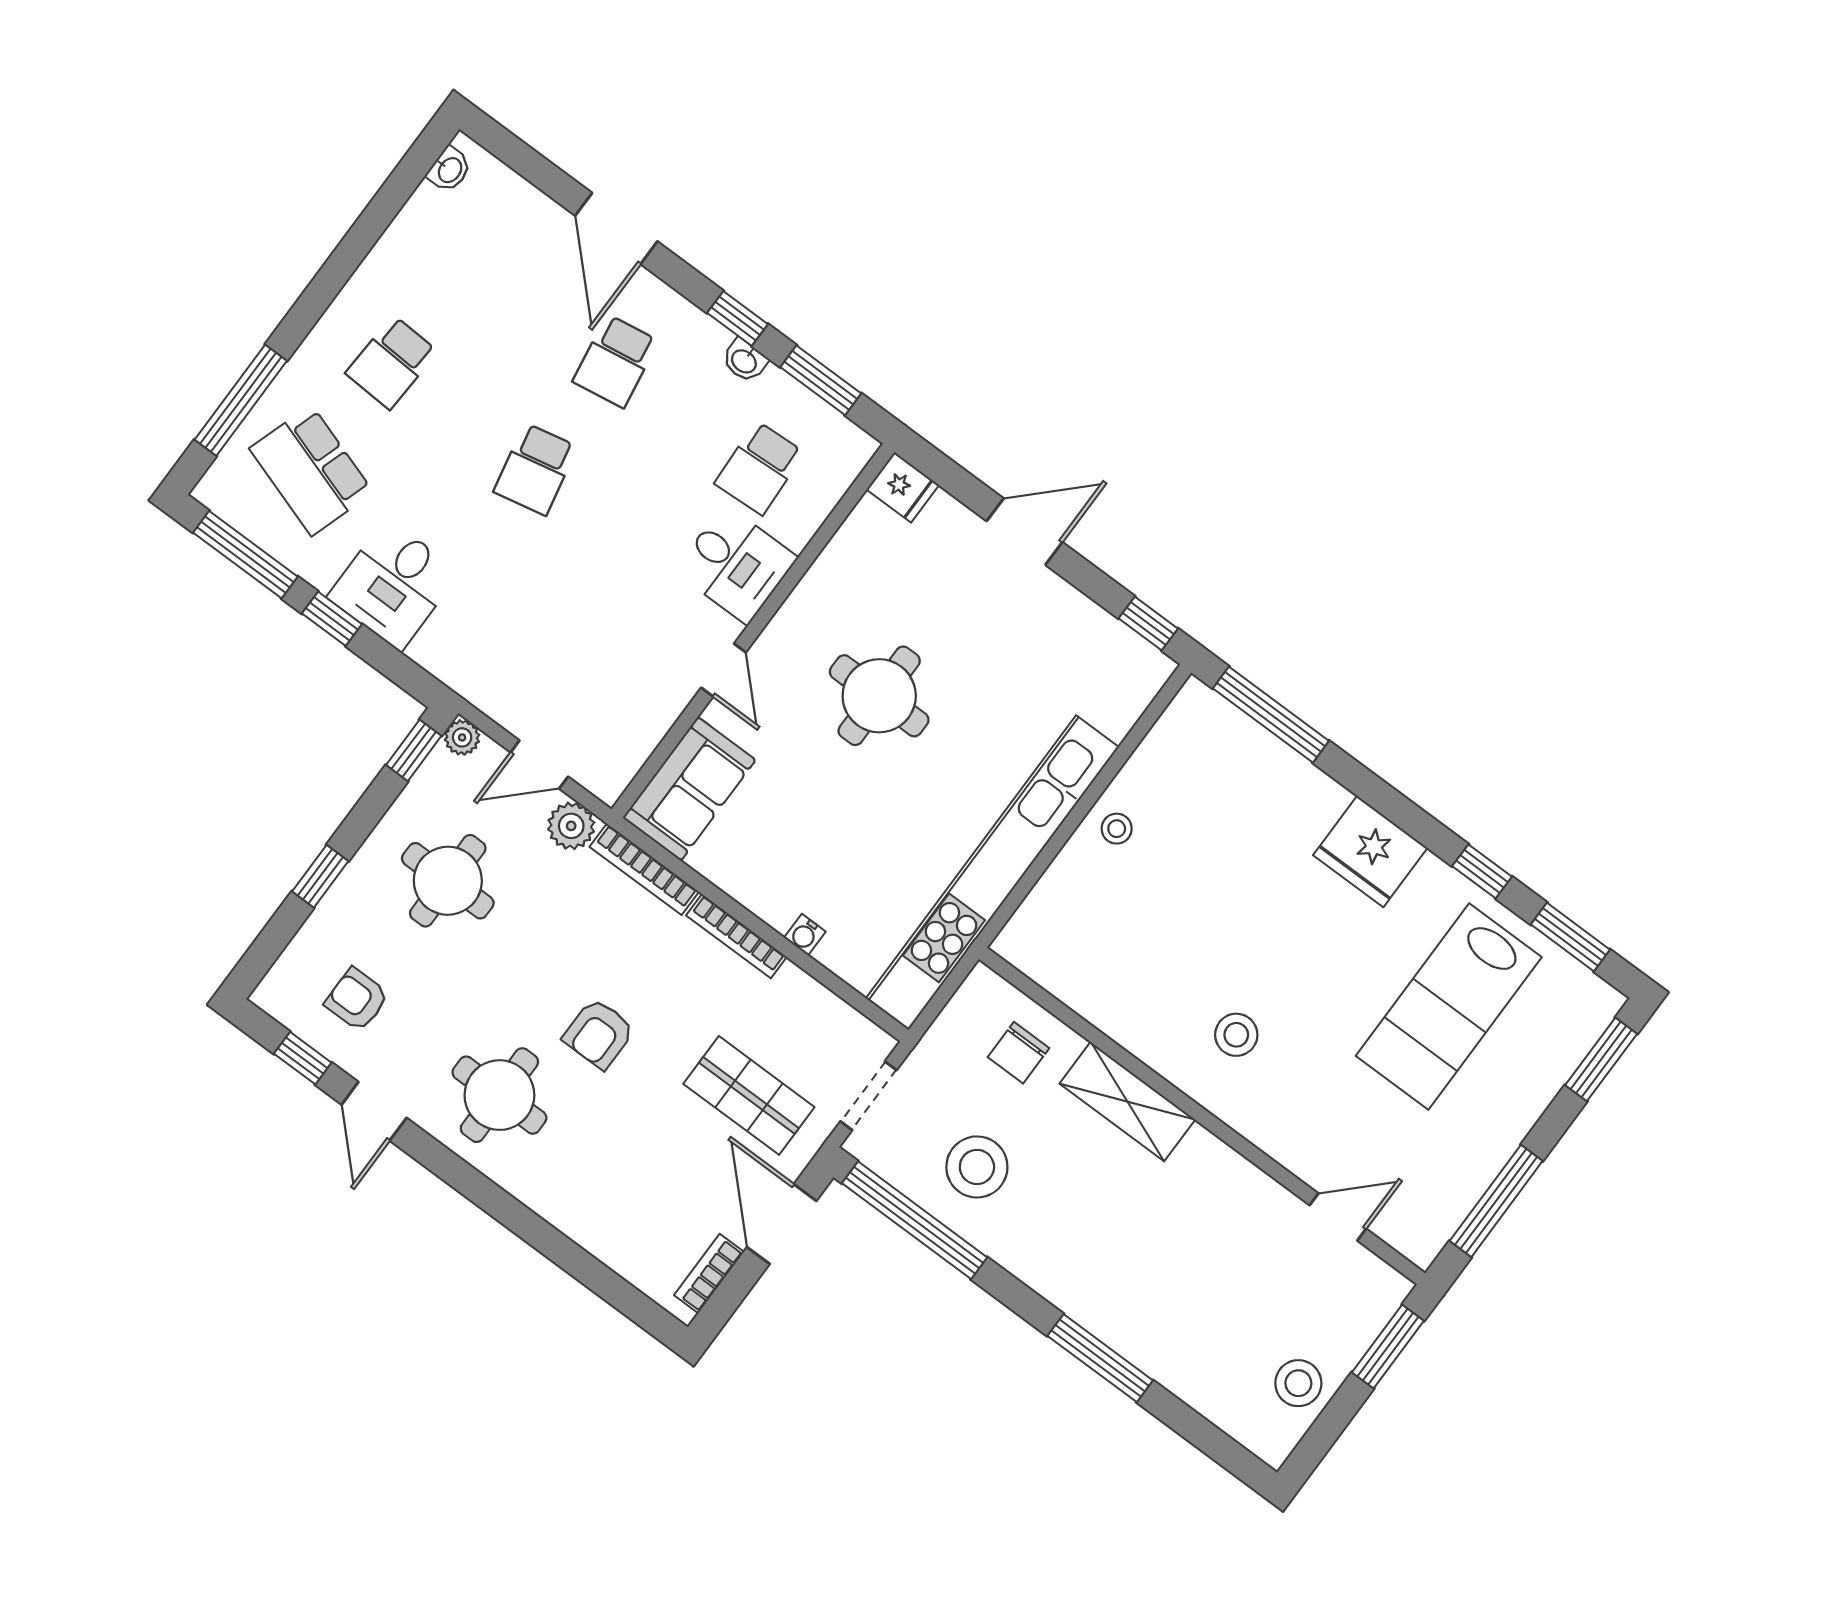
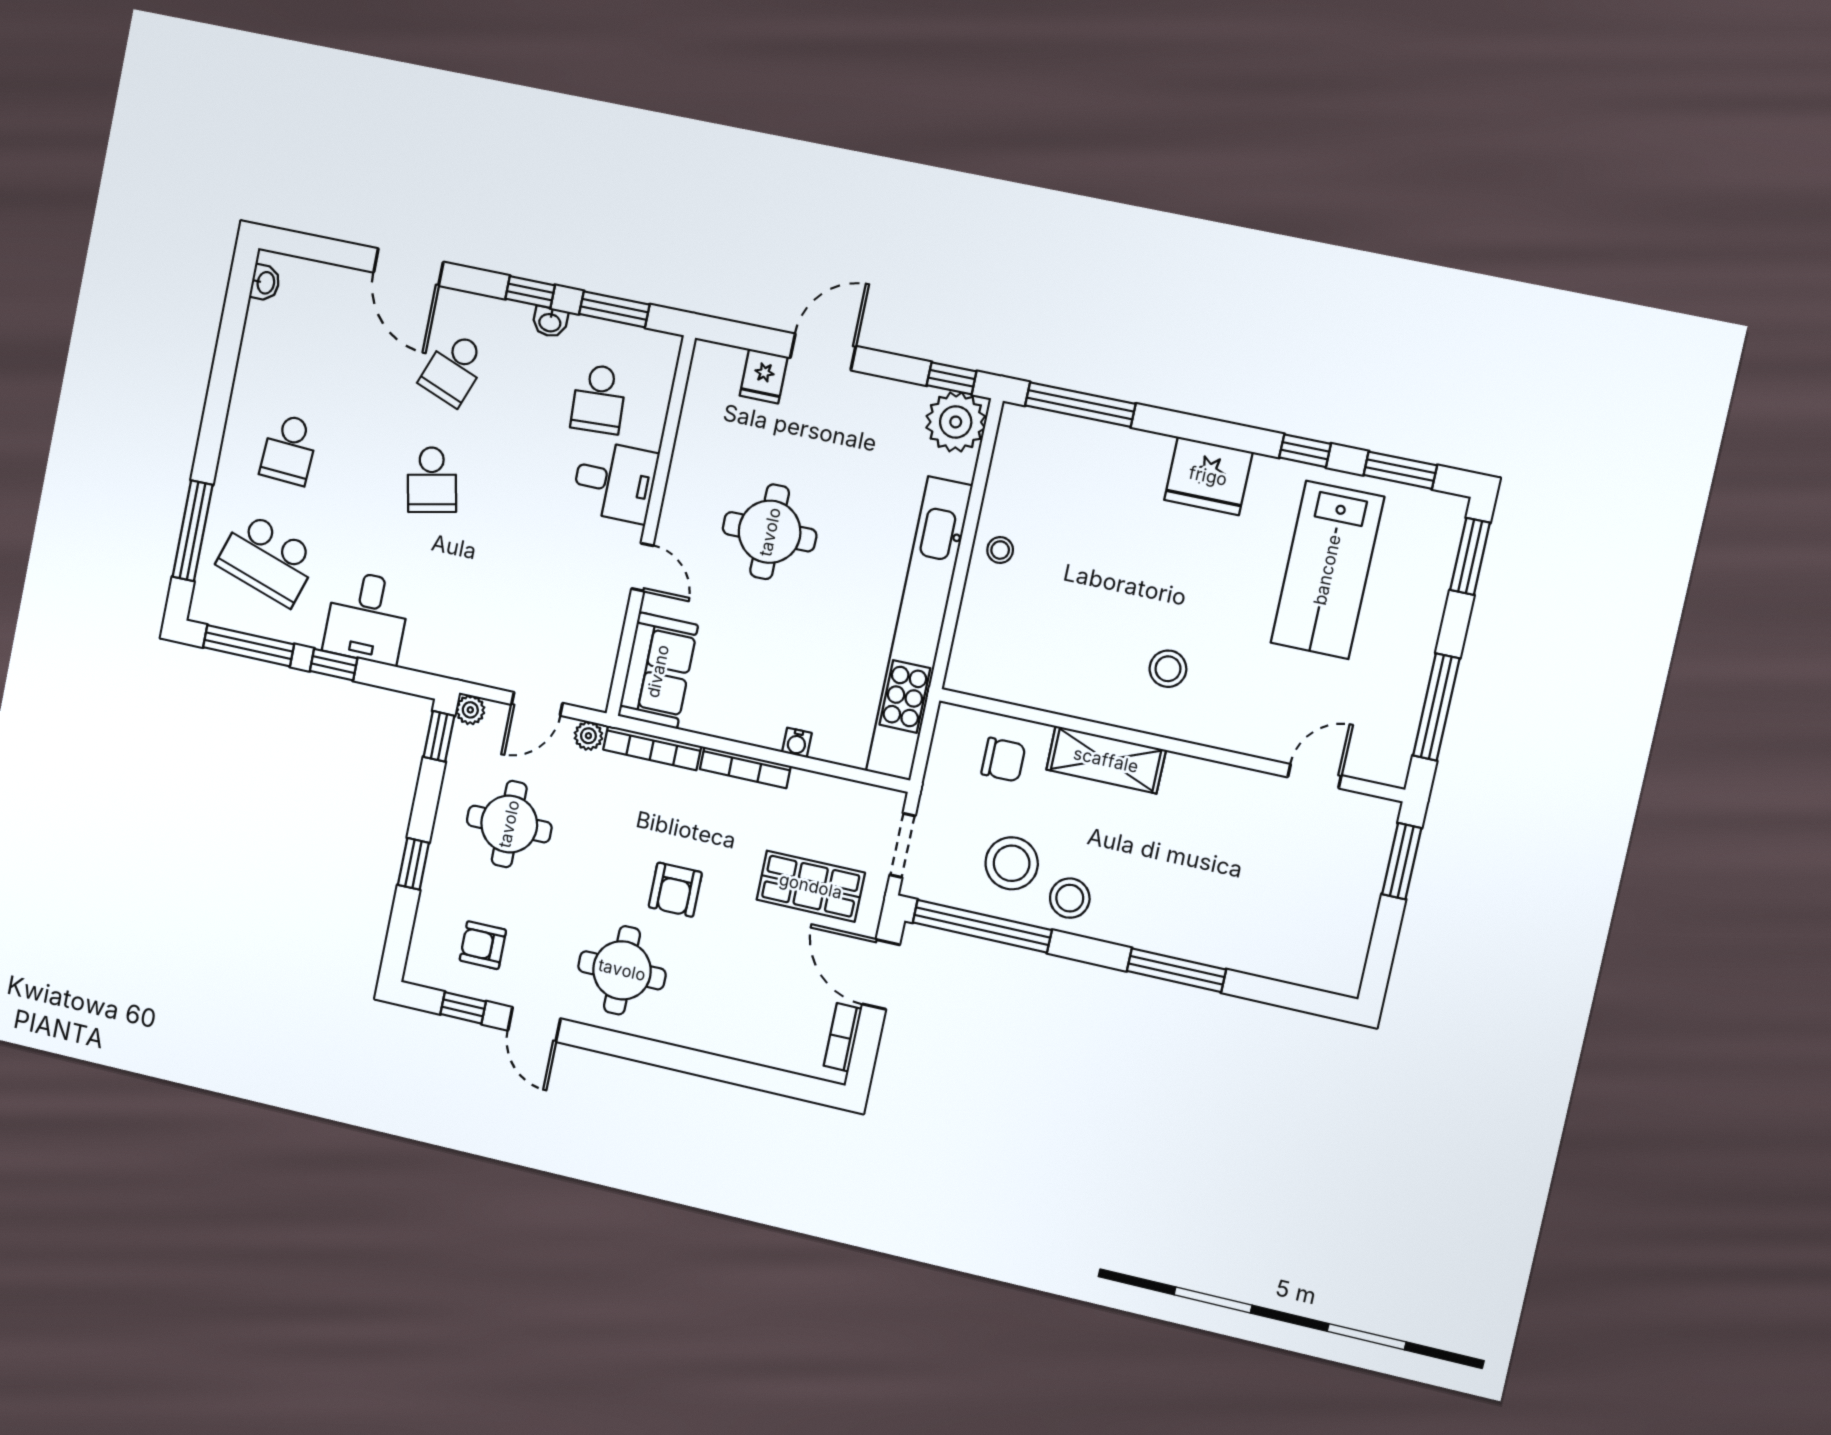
school desk: (616, 361) -> (454, 369), turned 30
fridge: (903, 487) -> (764, 376), moved, turned 90
plant: (1132, 672) -> (956, 422), added
plant: (571, 826) -> (588, 736), width x0.73, depth x0.73
chair: (1019, 1053) -> (1003, 760), turned -90
stool: (1298, 1383) -> (1070, 898), moved

